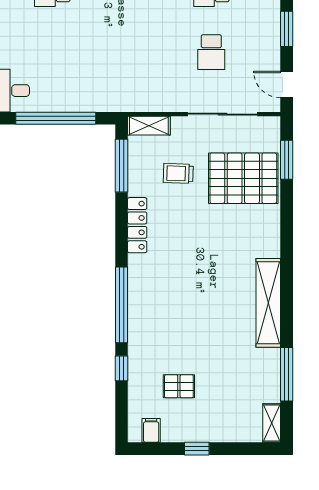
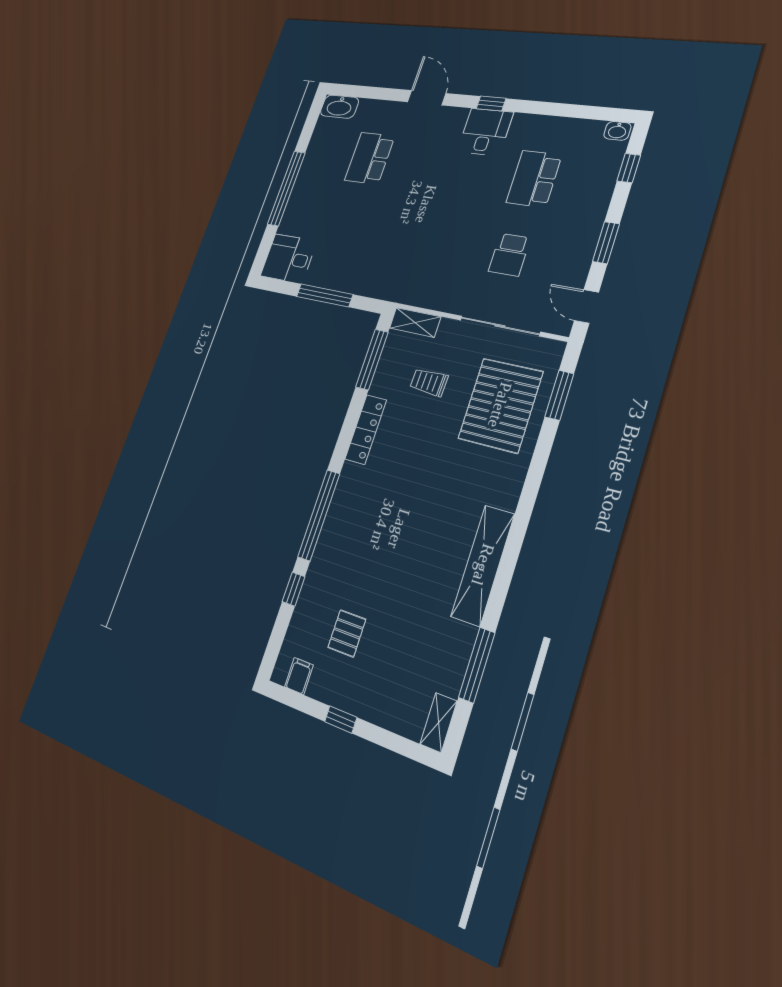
window: (56, 118) -> (325, 295), width x0.68
pallet: (243, 178) -> (500, 405), turned 90
pallet: (179, 386) -> (347, 633), turned 90

